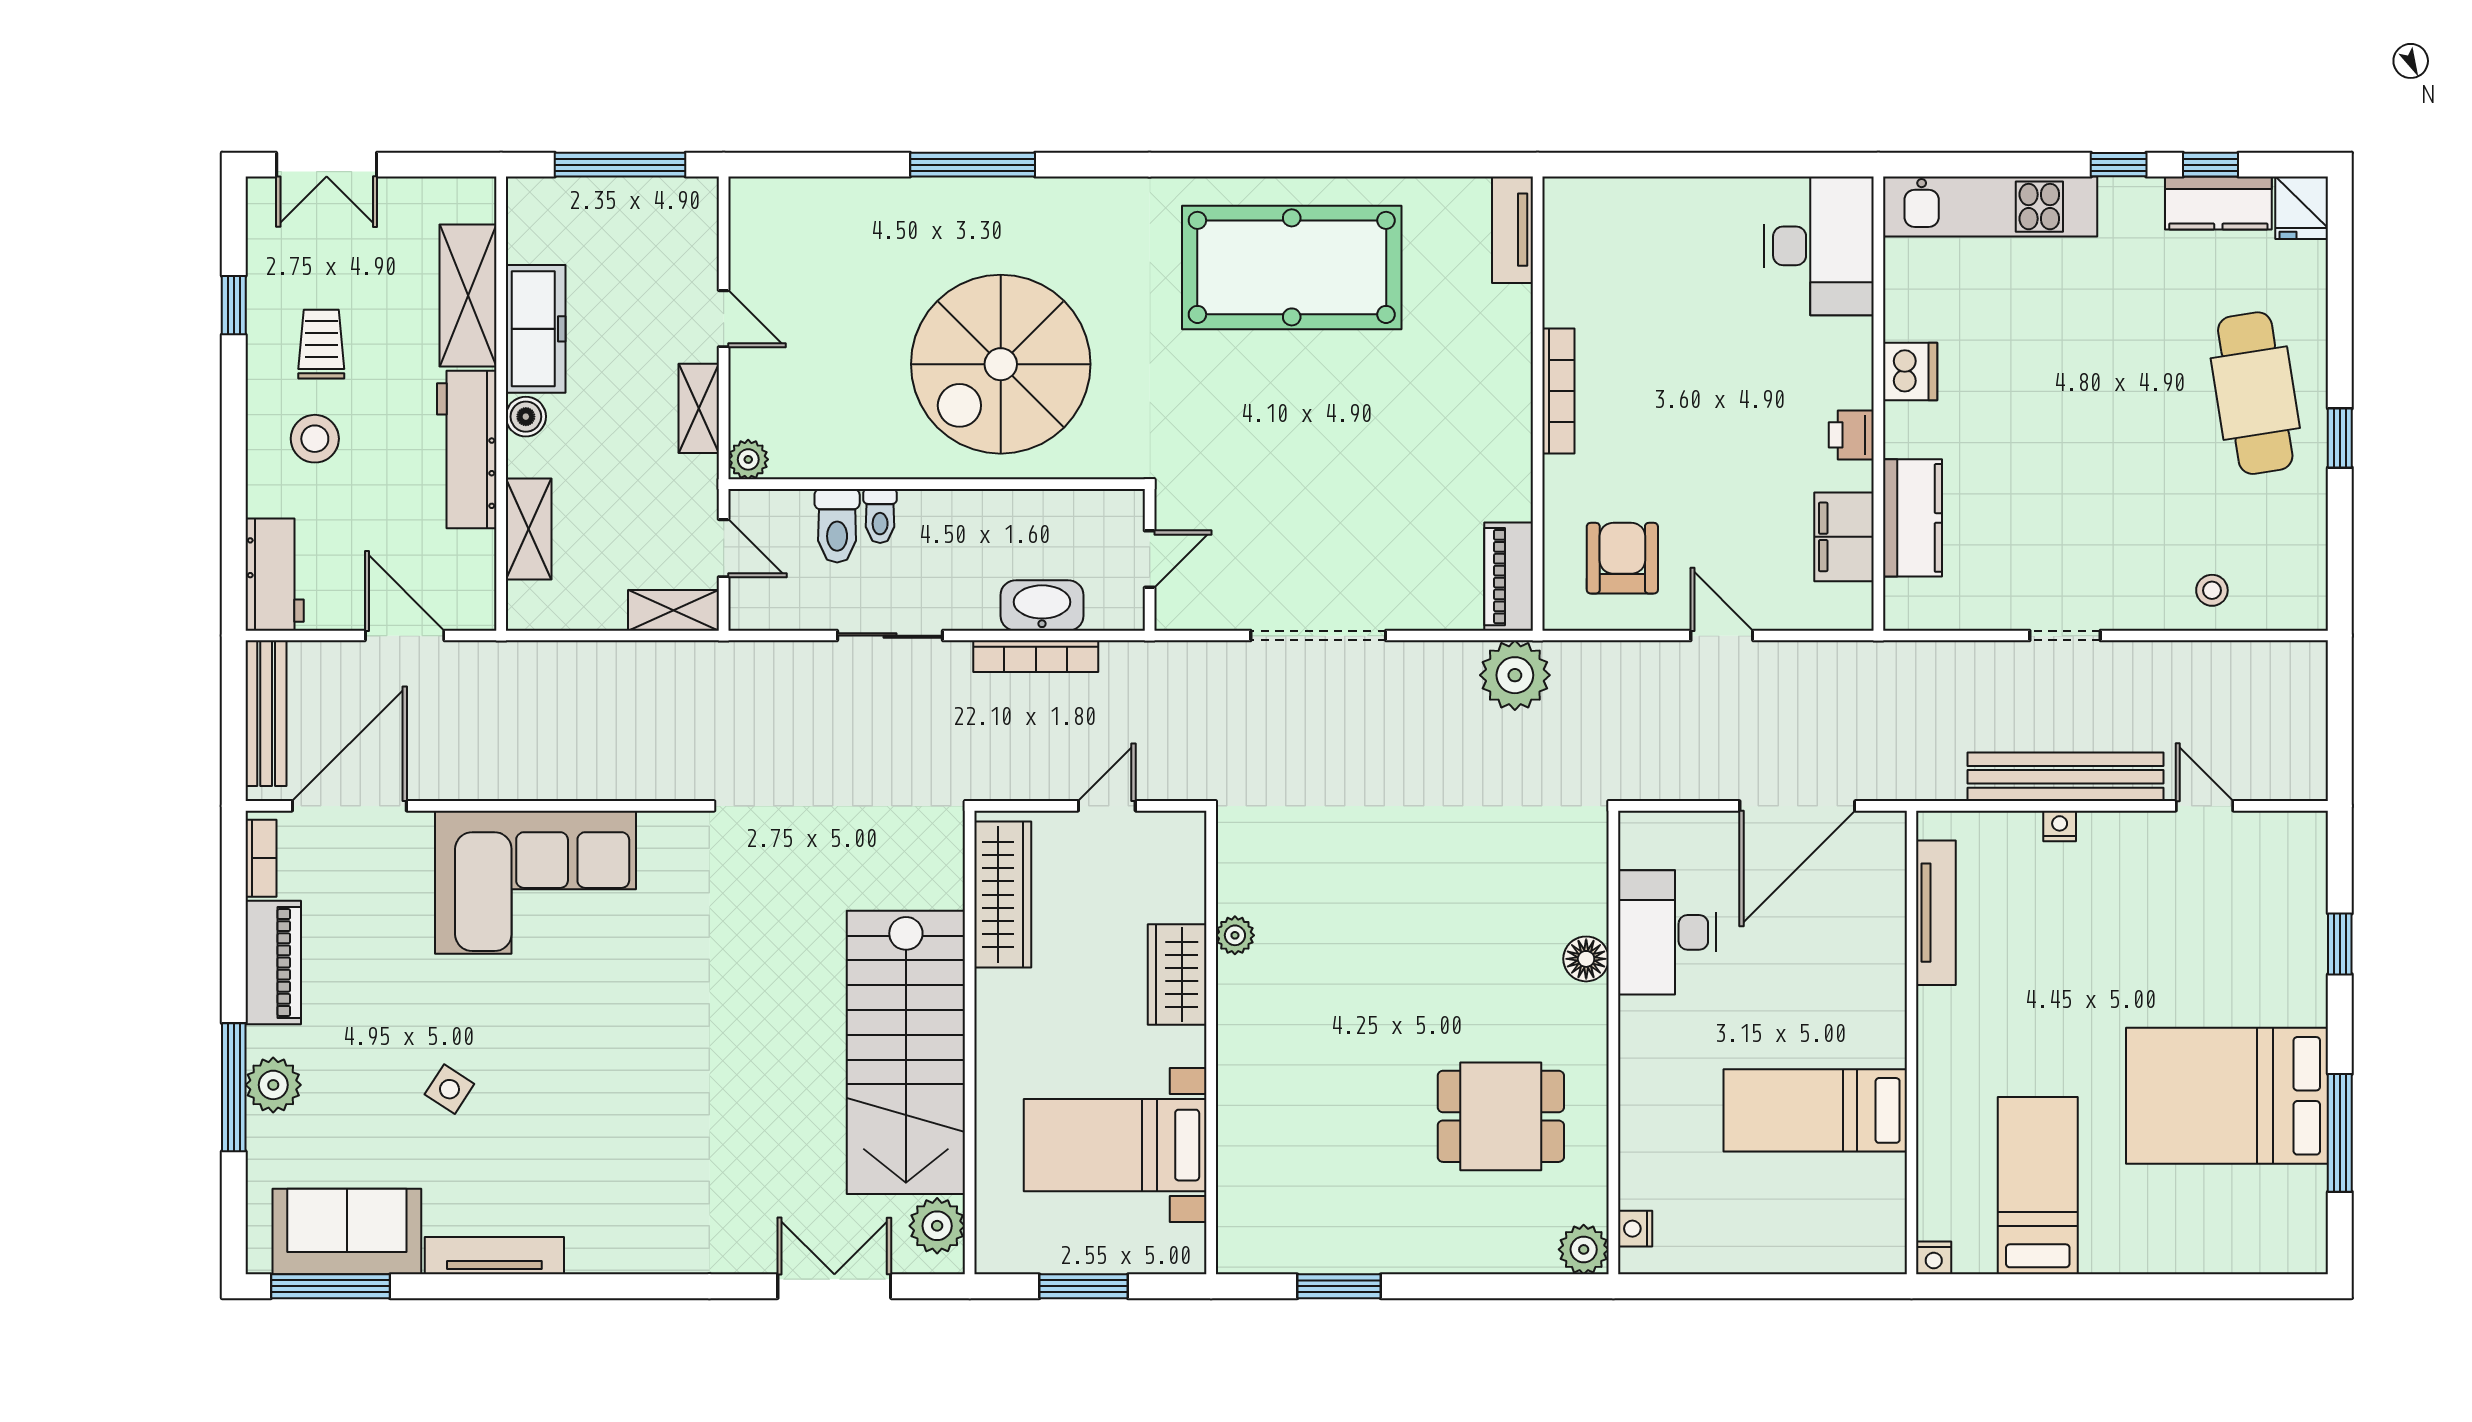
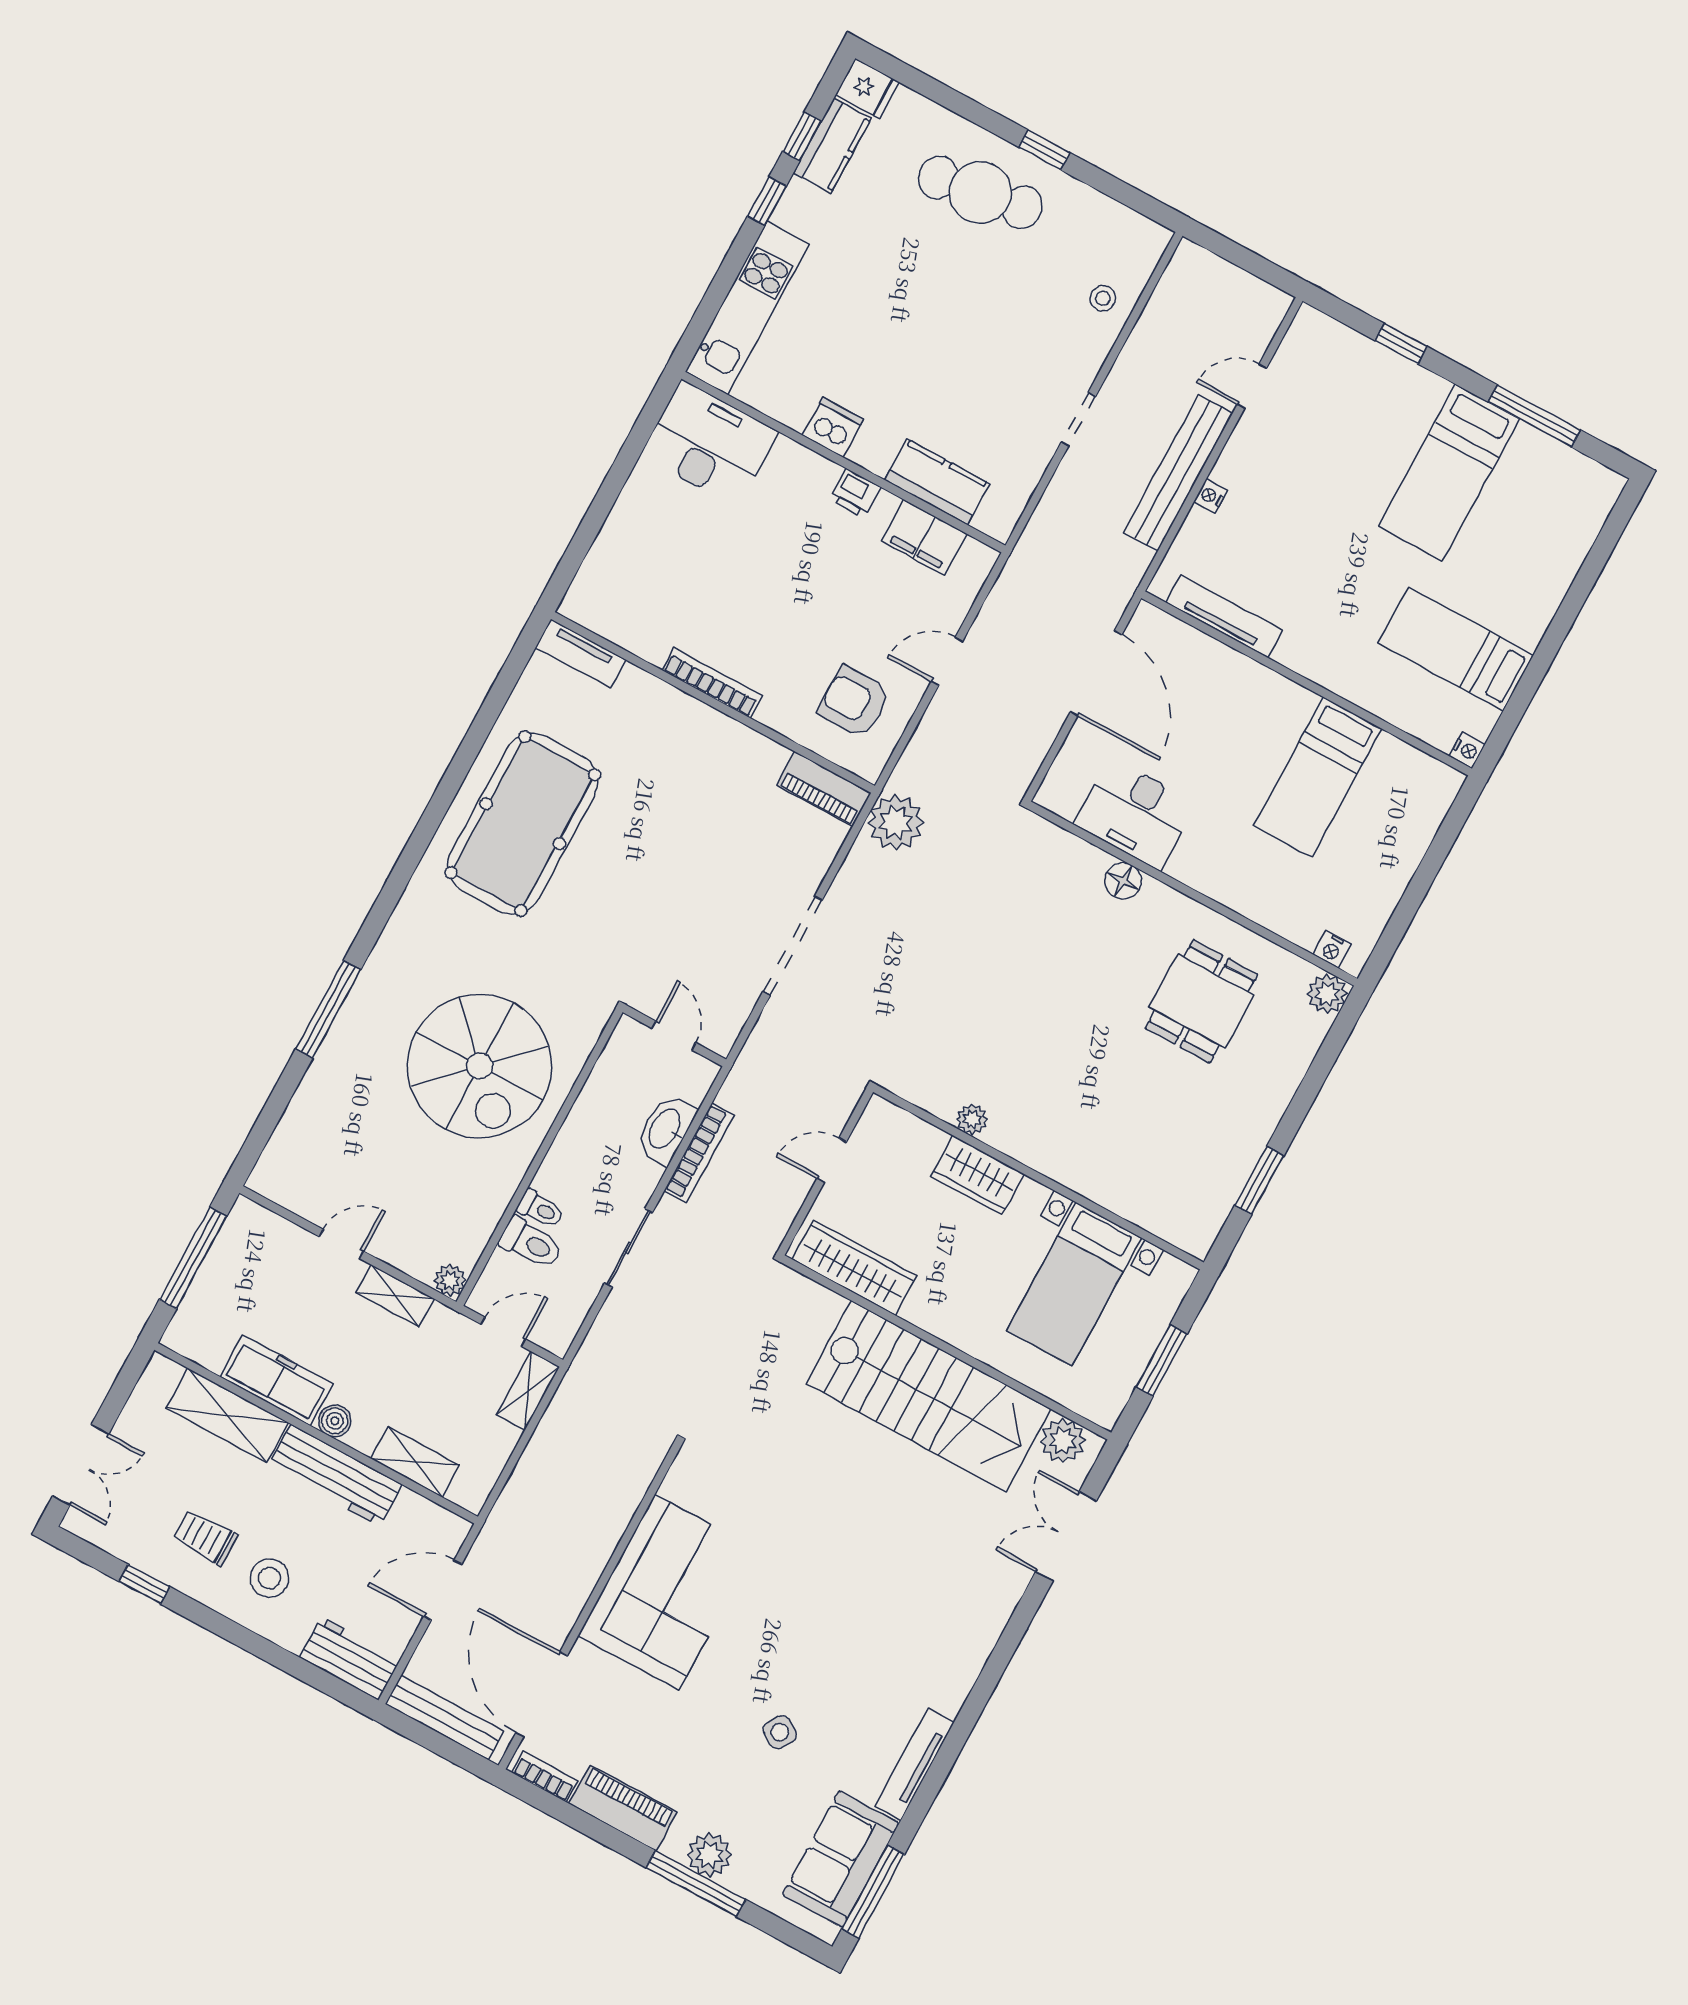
door: (1107, 806) -> (832, 1160), hinge flipped
bed: (2227, 1096) -> (1449, 473), width x0.67

